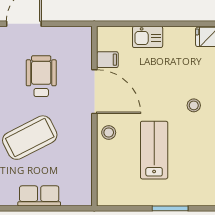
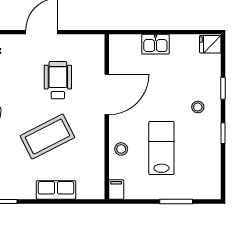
filing cabinet: (107, 60) -> (116, 190), moved, turned -90
door: (94, 92) -> (107, 94), hinge flipped
stool: (109, 132) -> (121, 149), moved

